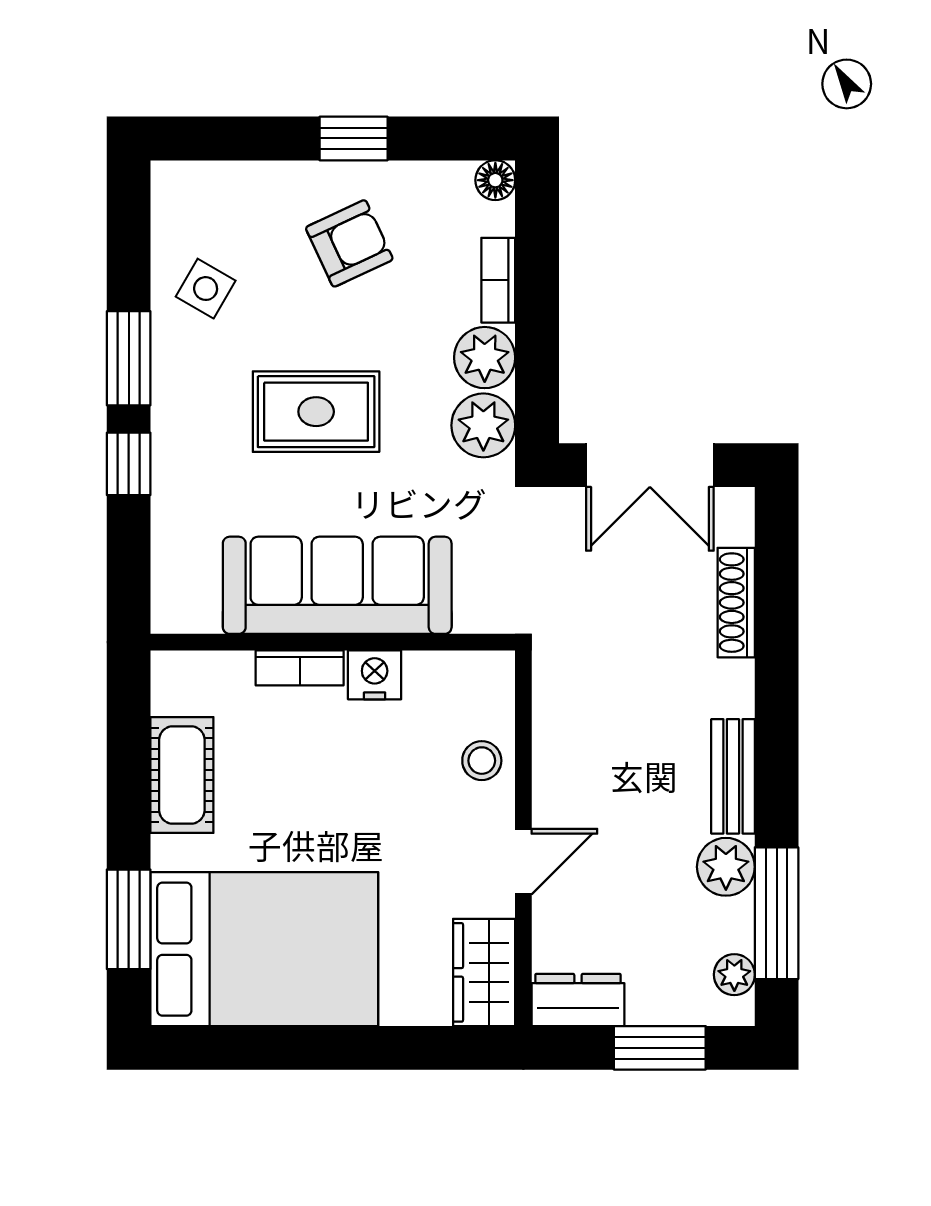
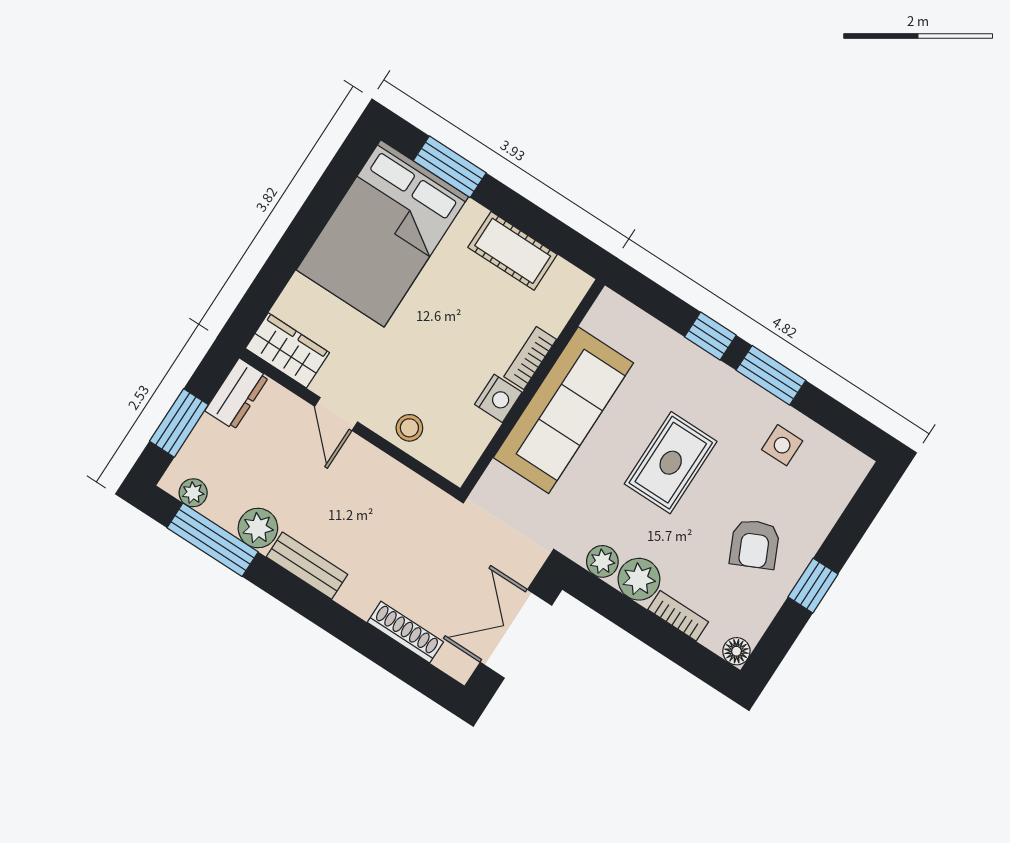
side table: (206, 289) -> (782, 445), turned -30
plant: (483, 425) -> (602, 561), width x0.73, depth x0.73

